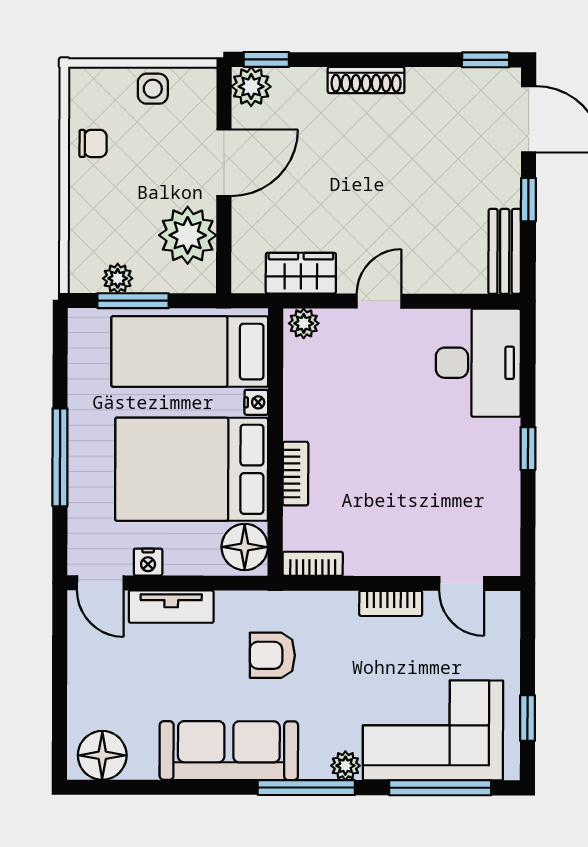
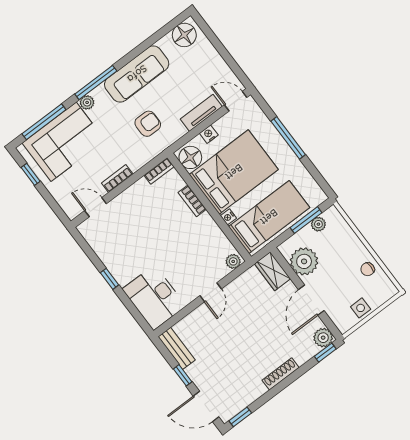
wardrobe: (301, 273) -> (273, 271), moved, turned 90
nightstand: (148, 562) -> (209, 134), moved

